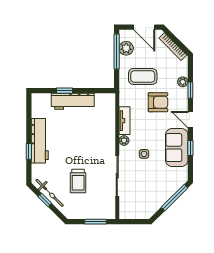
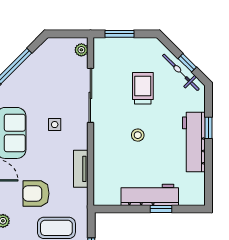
plant: (124, 141) -> (81, 50), moved
stool: (82, 146) -> (138, 135), added

